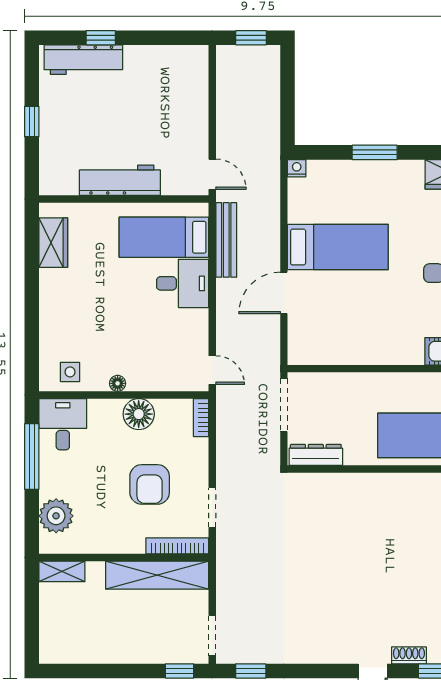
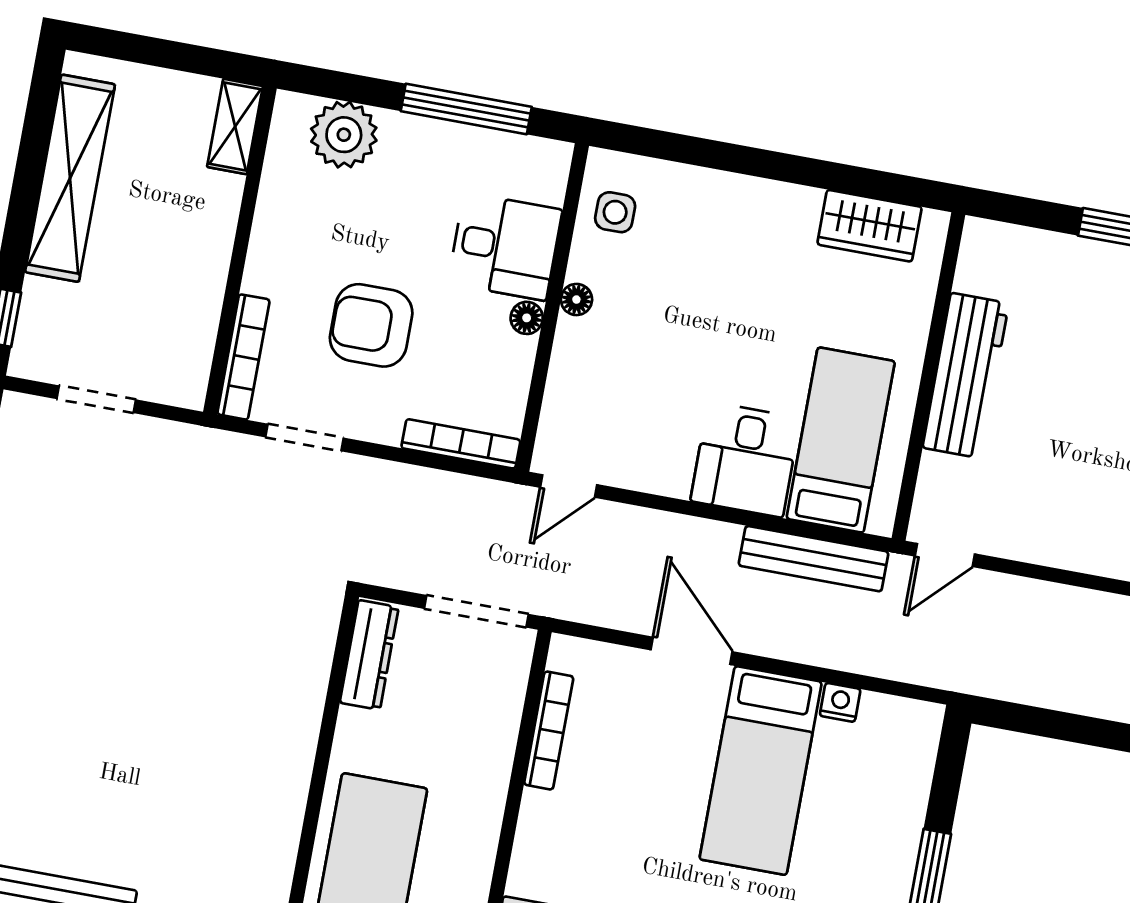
nightstand: (297, 168) -> (840, 702), moved, turned -90
bookcase: (337, 357) -> (549, 730), added
floor lamp: (139, 414) -> (527, 318), width x0.53, depth x0.53
bookcase: (201, 418) -> (461, 444), width x1.56
desk: (63, 424) -> (505, 246), moved
shelving: (157, 575) -> (70, 178), moved
doorway: (212, 636) -> (96, 399), moved

